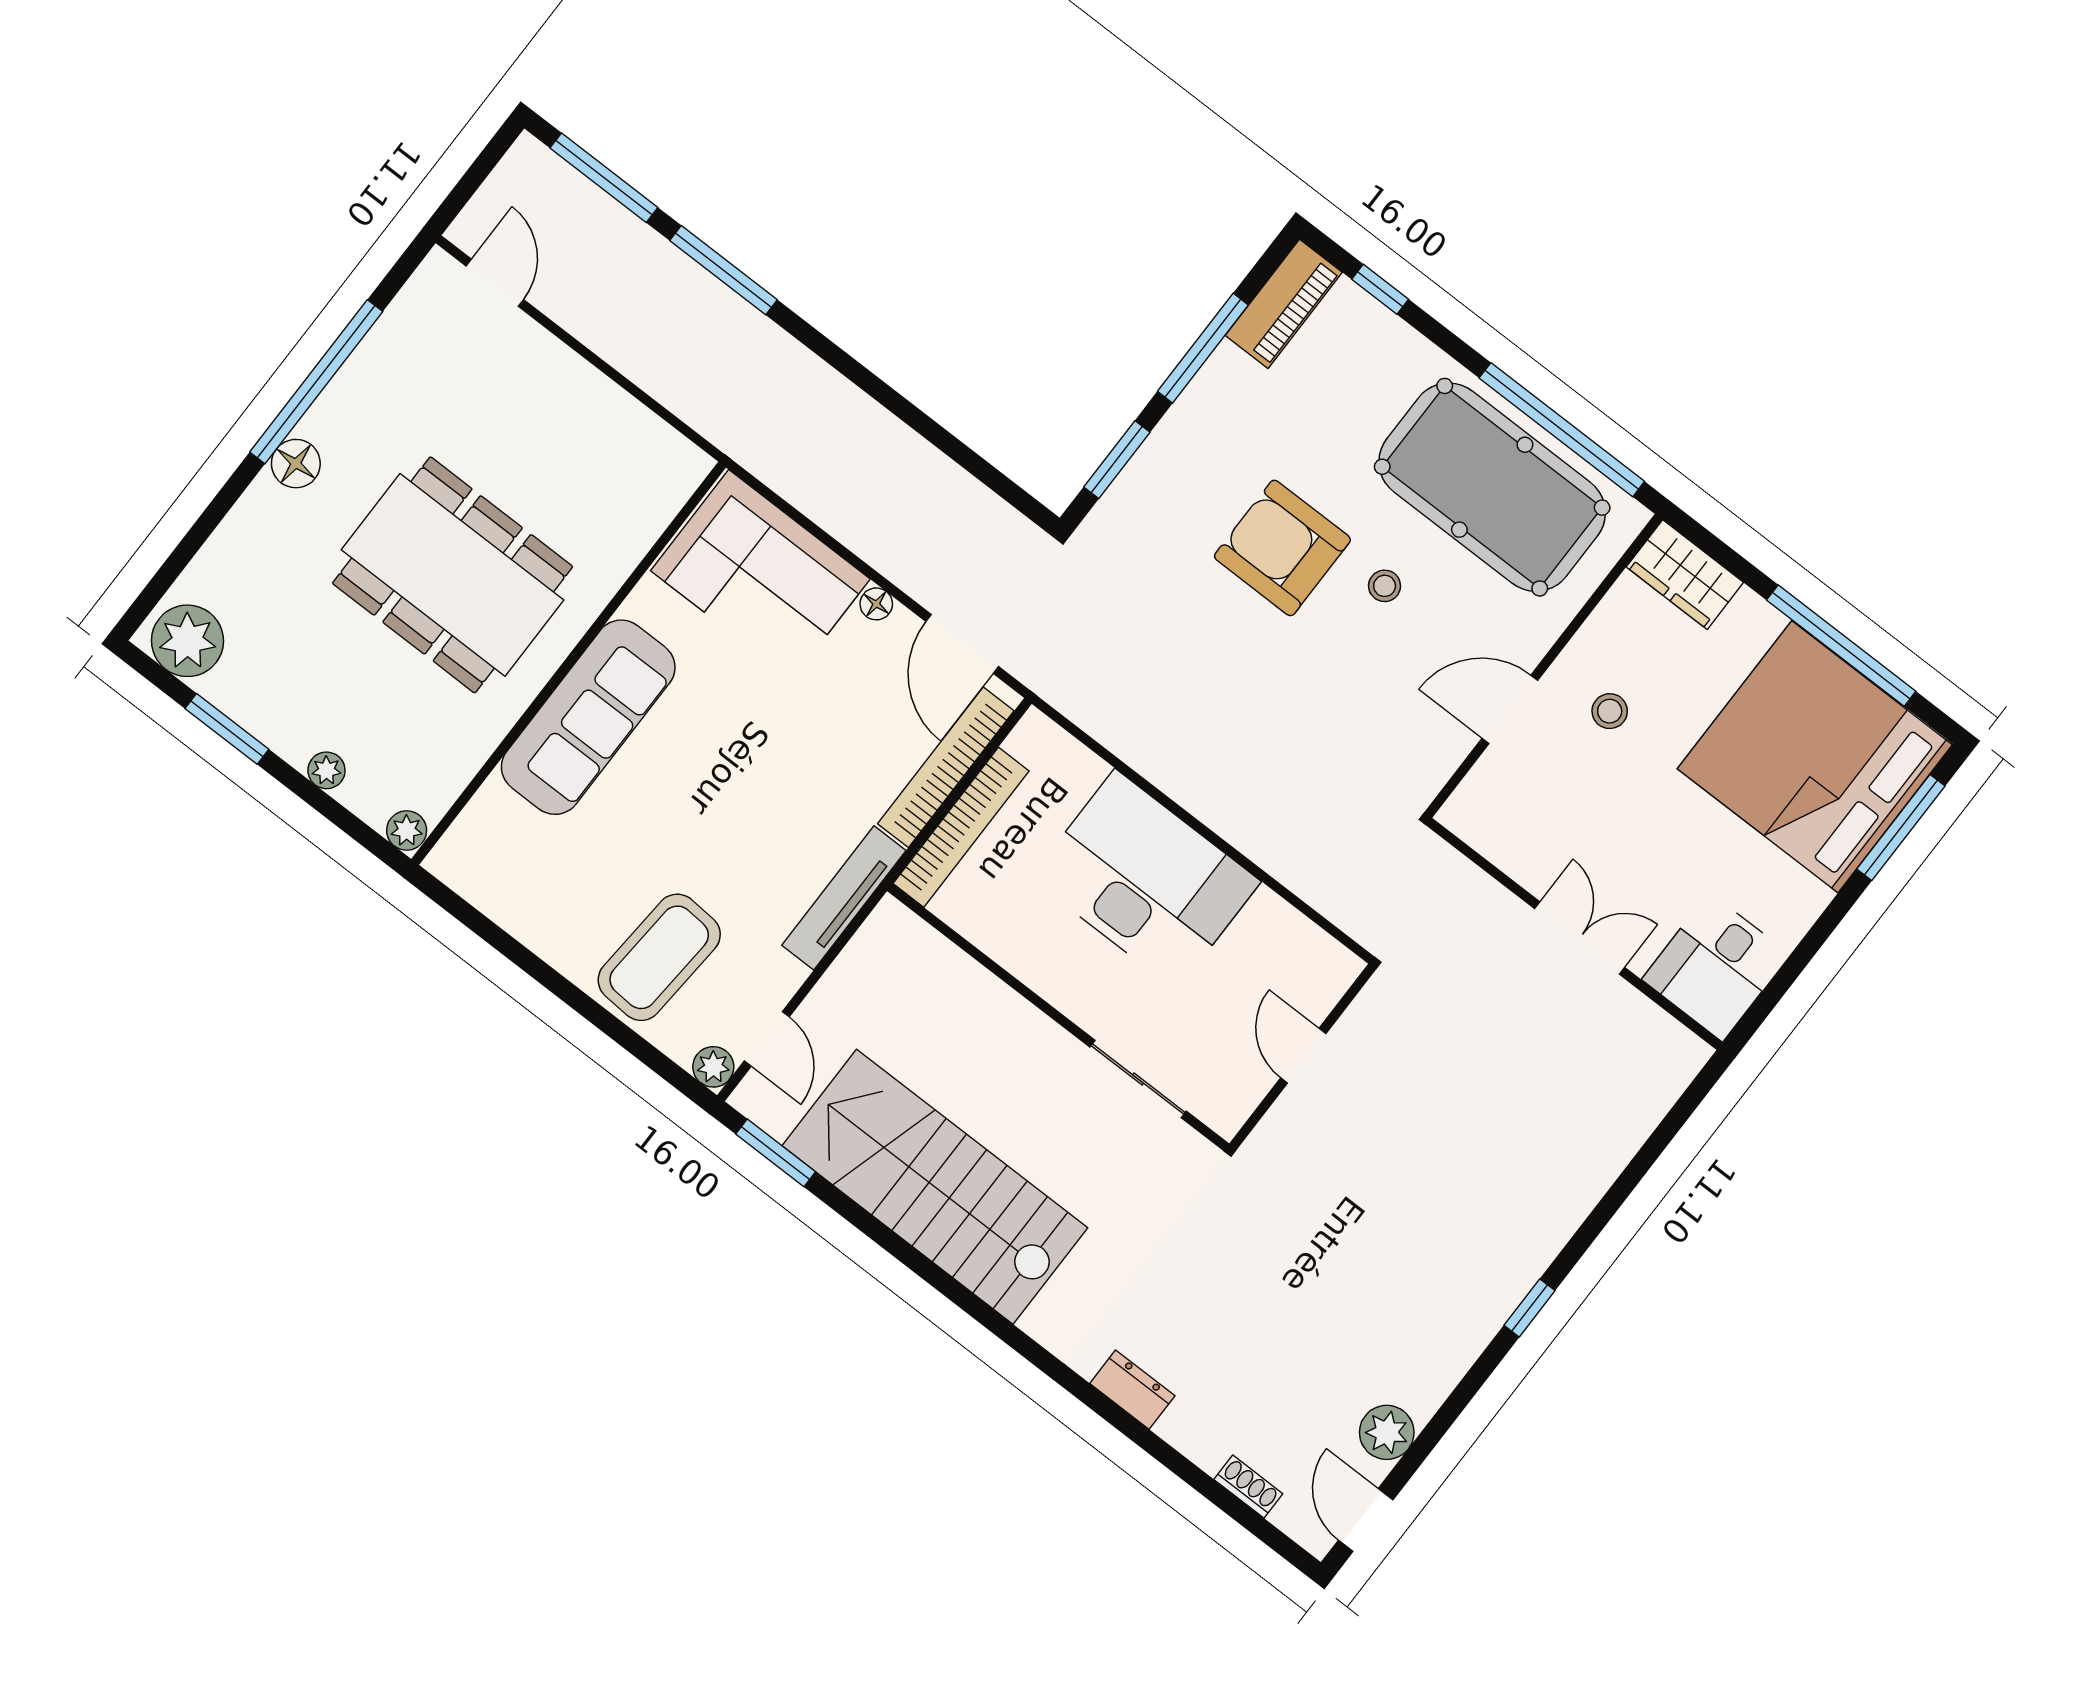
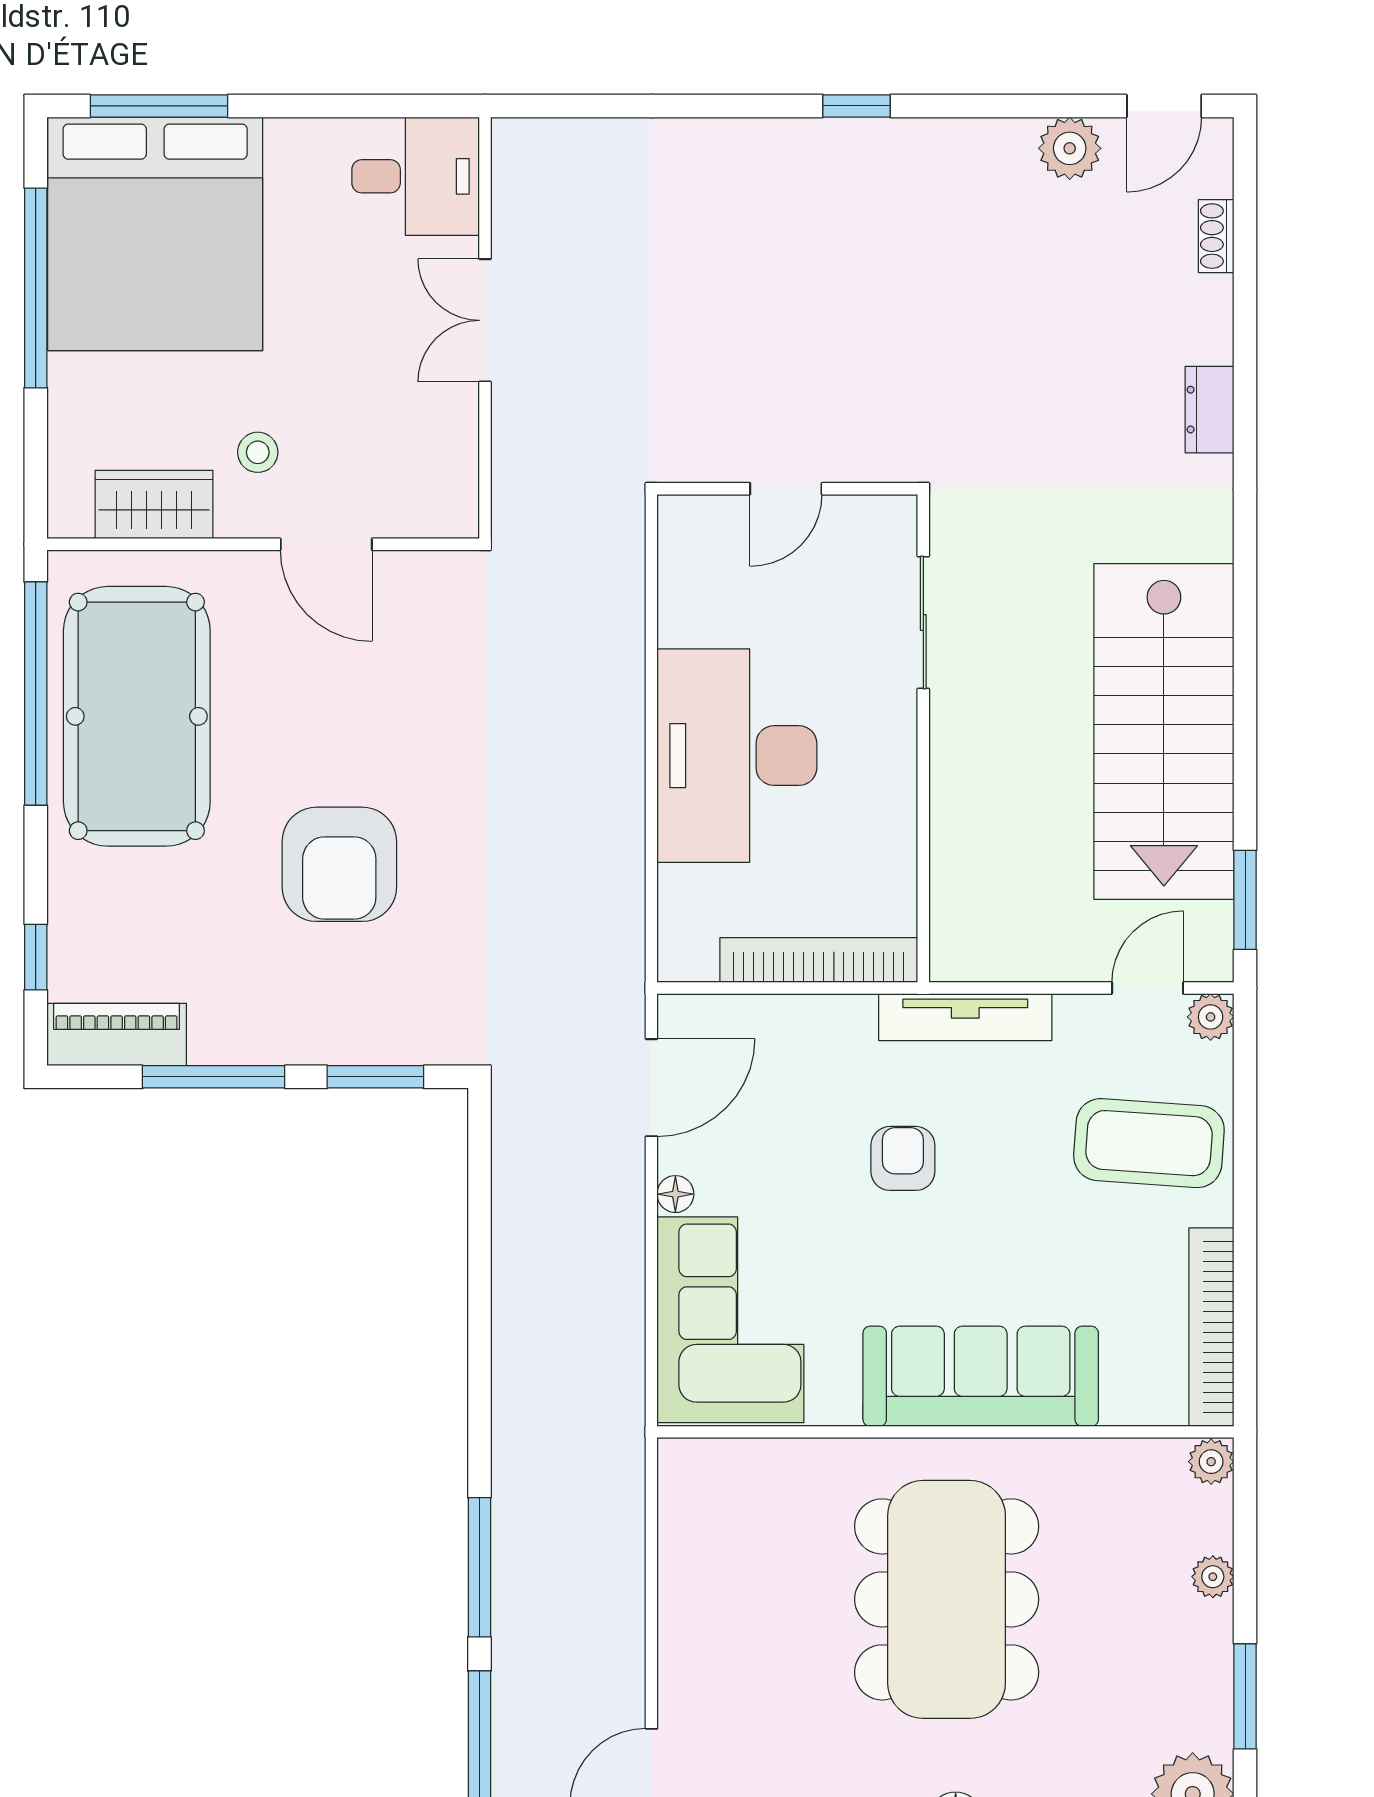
wardrobe: (1685, 575) -> (154, 505), moved, turned -90
stool: (1385, 586) -> (302, 745), removed
bookcase: (946, 767) -> (1211, 1327), moved, turned 90
armchair: (780, 780) -> (903, 1158), added

